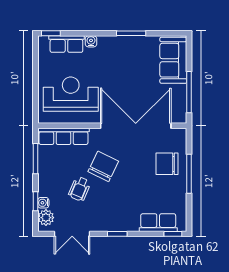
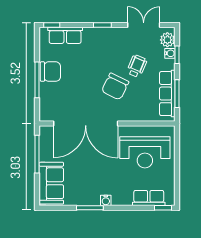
water cooler: (91, 41) -> (106, 200), moved
row of seats: (63, 136) -> (167, 94), moved, turned -90
chair: (167, 164) -> (50, 72), moved

